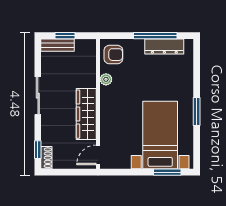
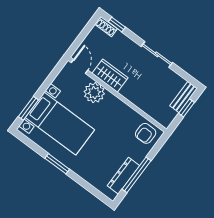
plant: (106, 79) -> (94, 93), moved, width x1.88, depth x1.88
wardrobe: (86, 114) -> (110, 76), width x0.67

